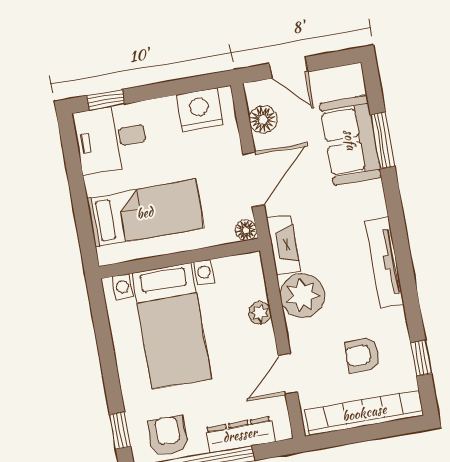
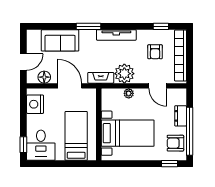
window: (383, 140) -> (89, 26), moved
floor lamp: (246, 230) -> (91, 93), removed
dresser: (240, 435) -> (181, 116), width x0.70

